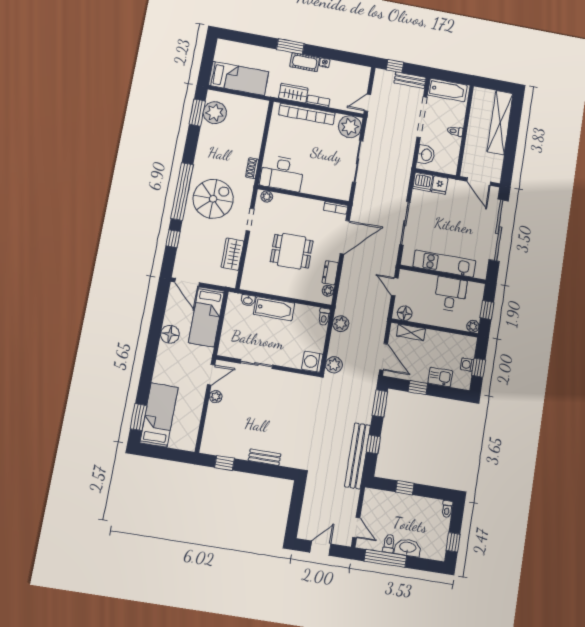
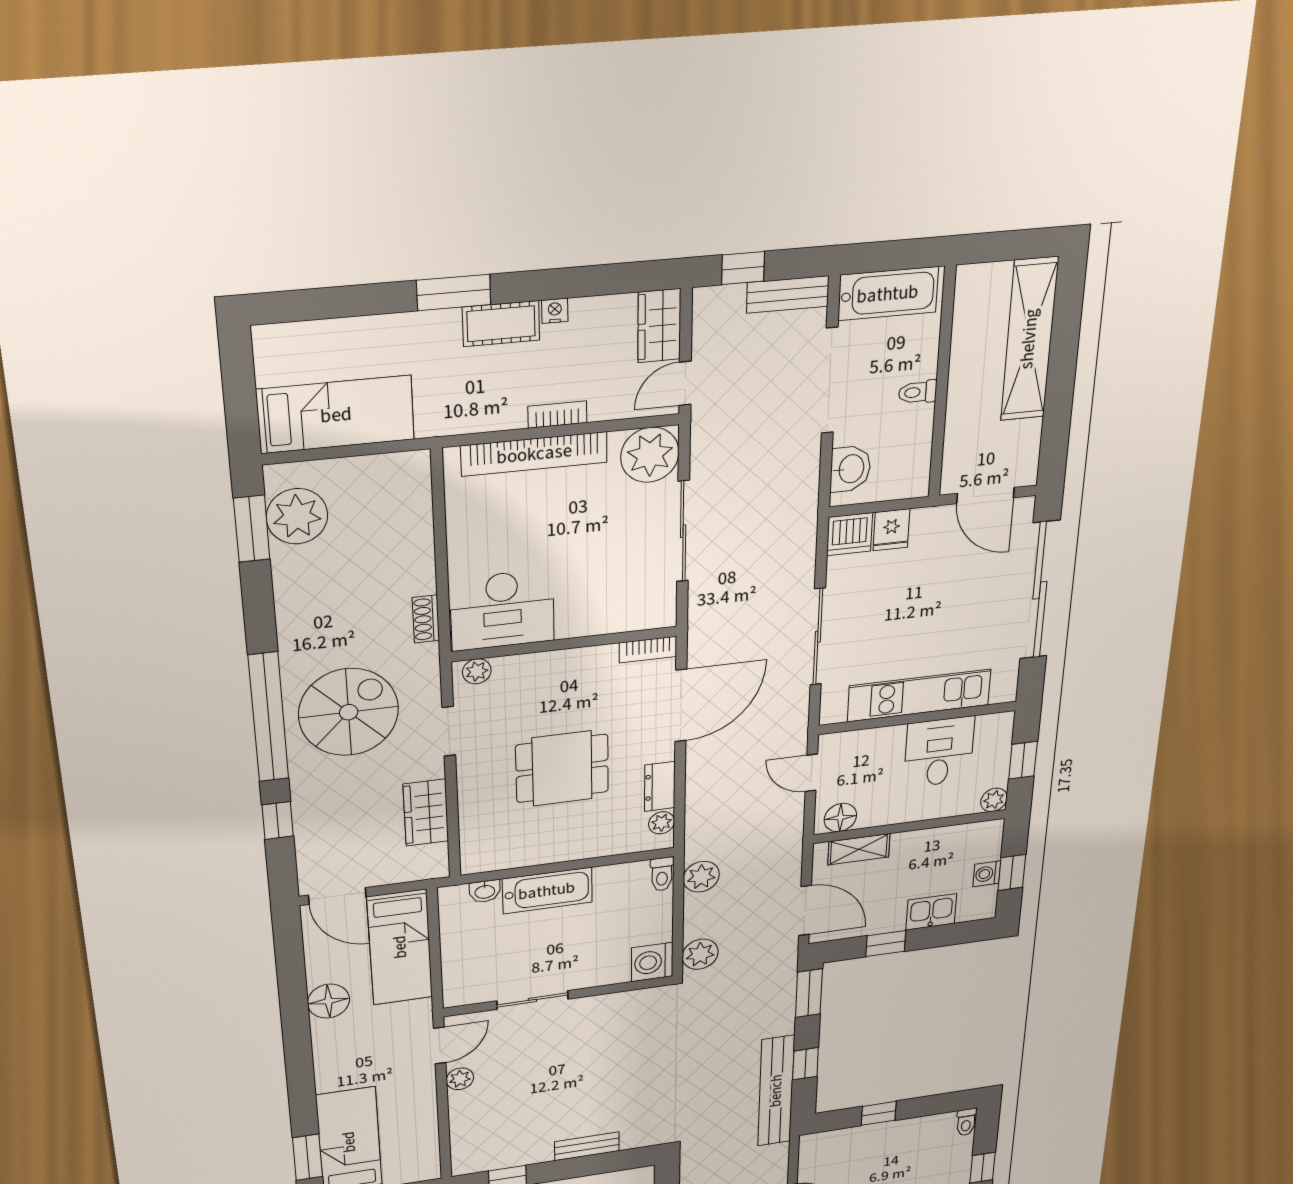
wardrobe: (293, 93) -> (659, 326), moved, turned -90

